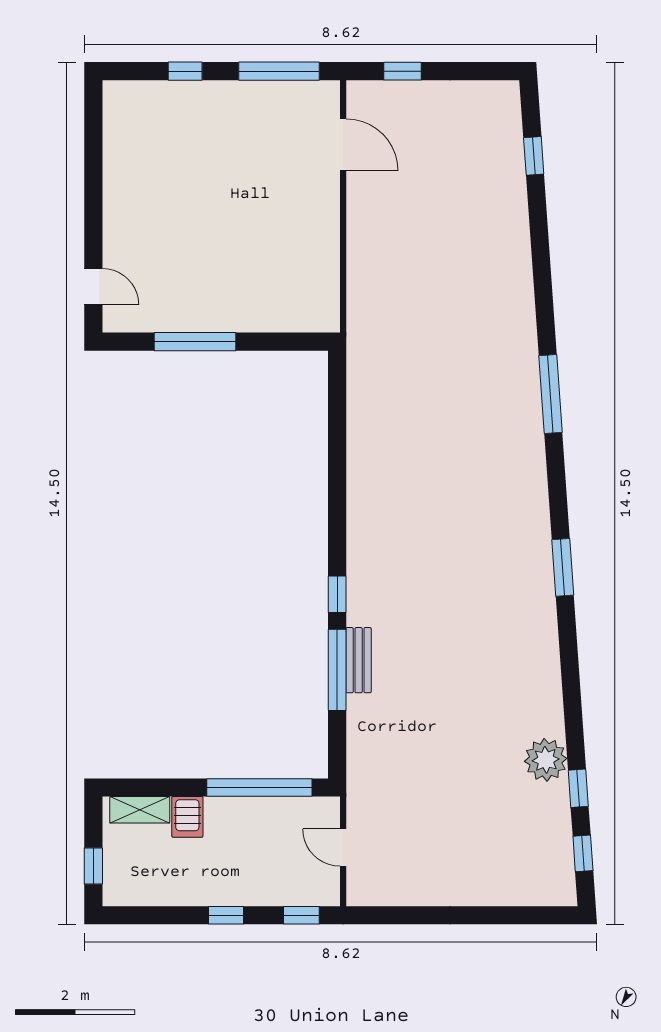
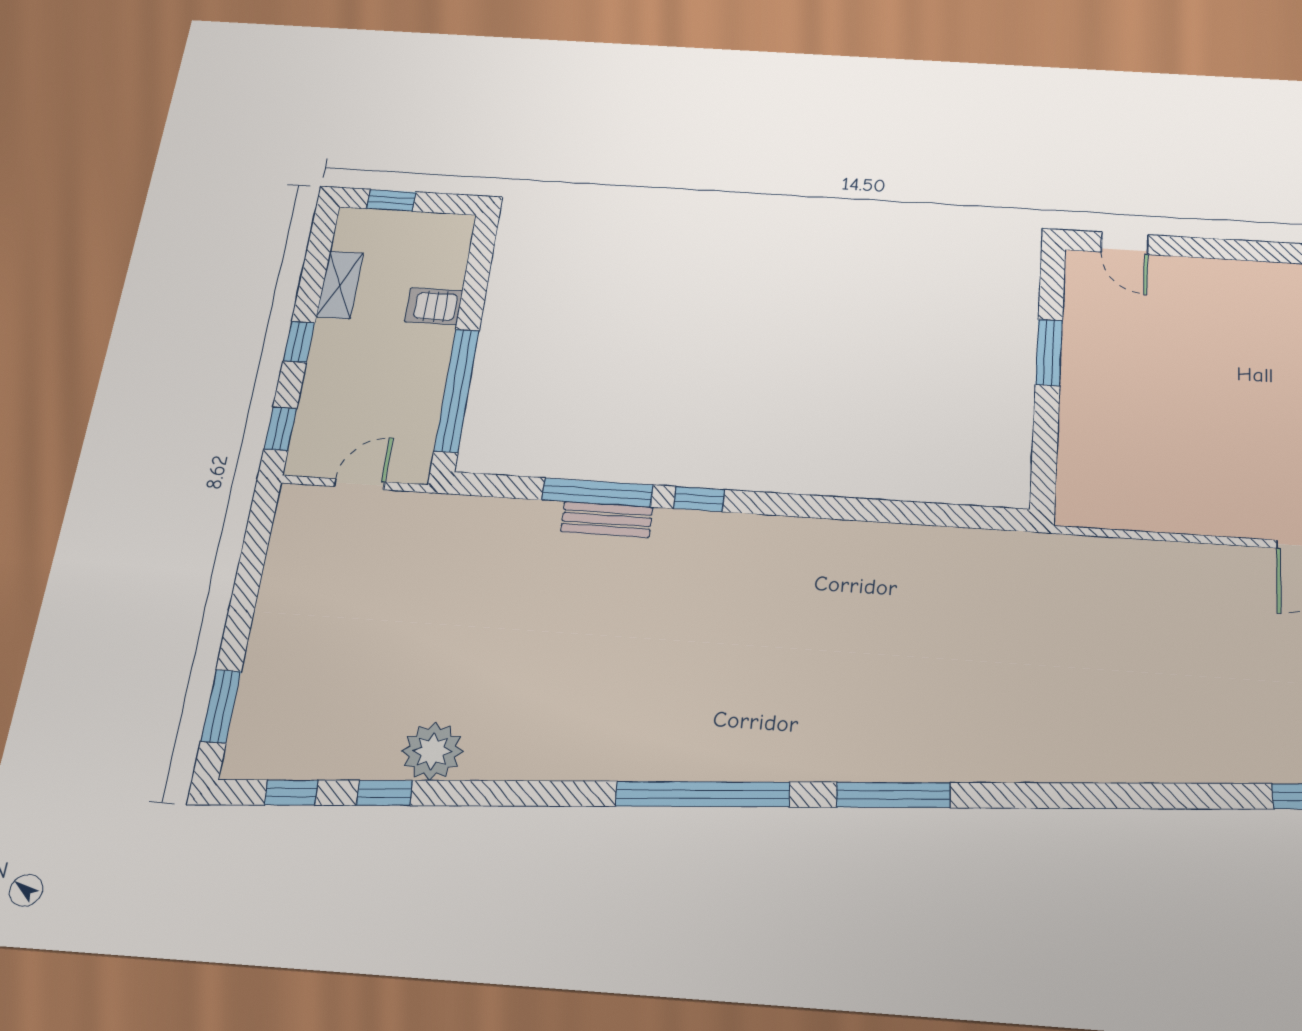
door: (93, 287) -> (1125, 243), hinge flipped
window: (195, 342) -> (1049, 352), width x0.69
window: (550, 394) -> (893, 795), moved
window: (563, 567) -> (703, 794), width x2.11
shelving: (140, 810) -> (340, 285), moved
window: (524, 915) -> (221, 706), added

